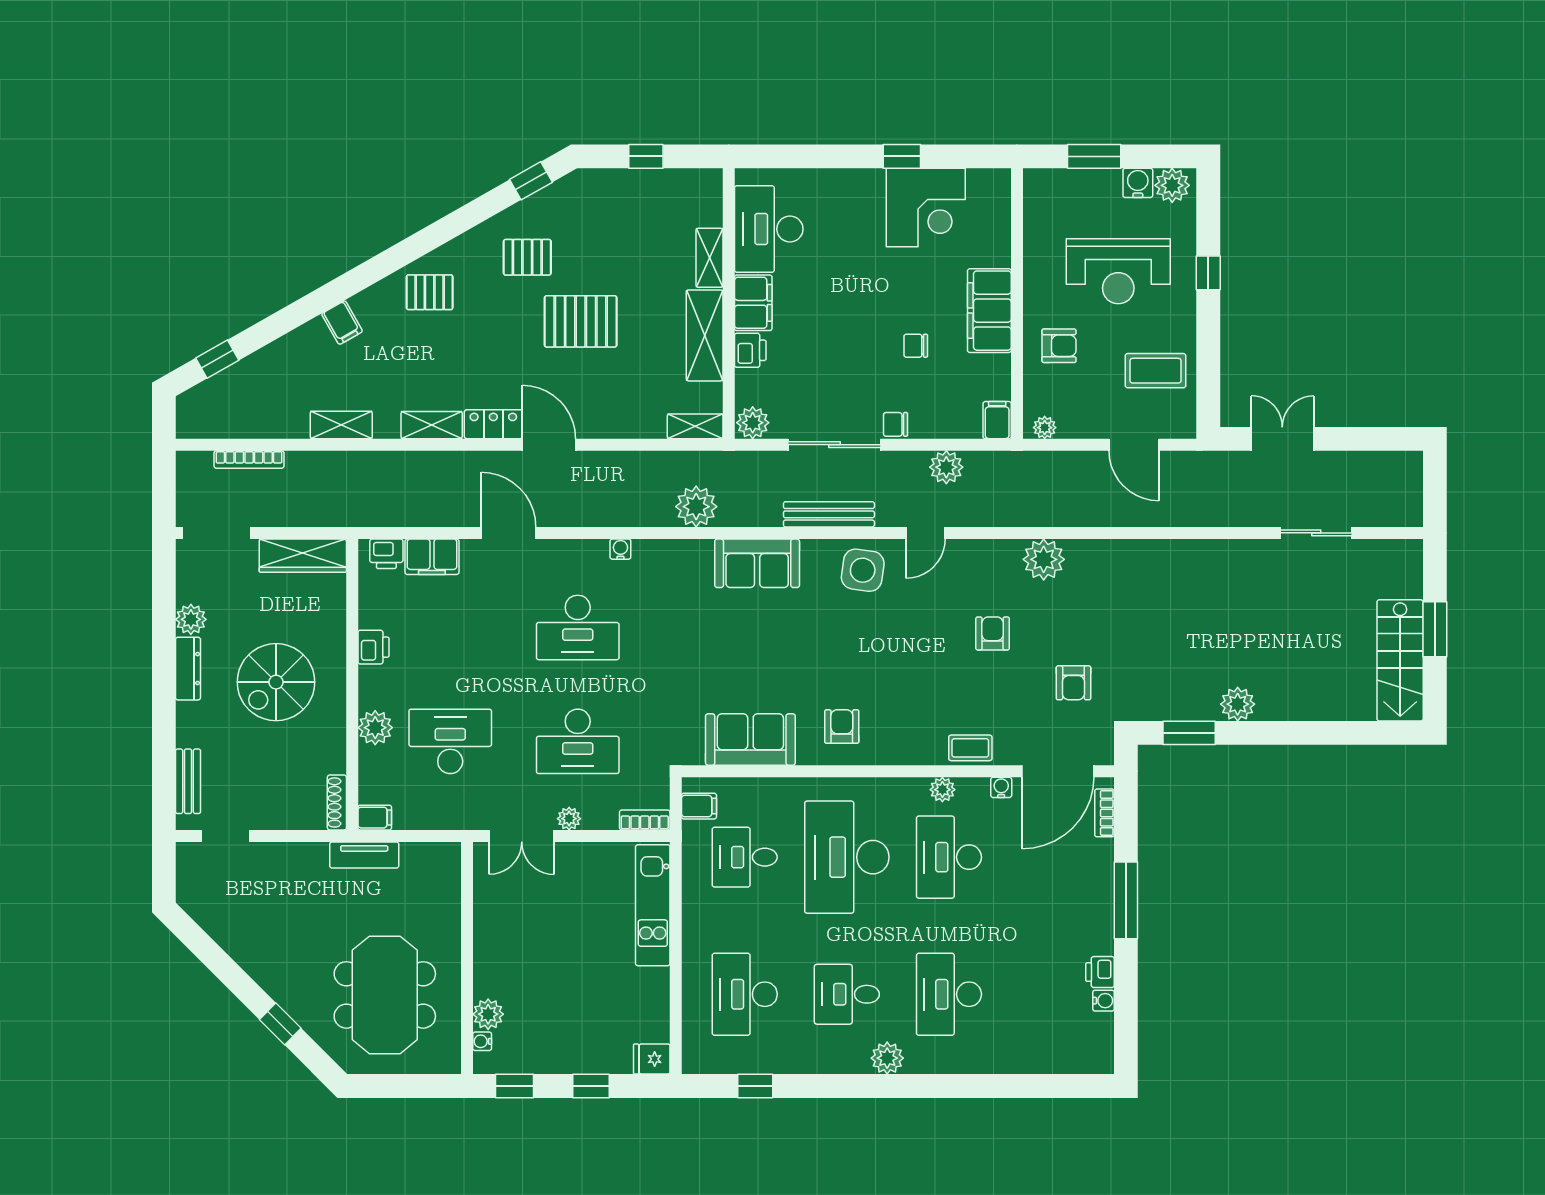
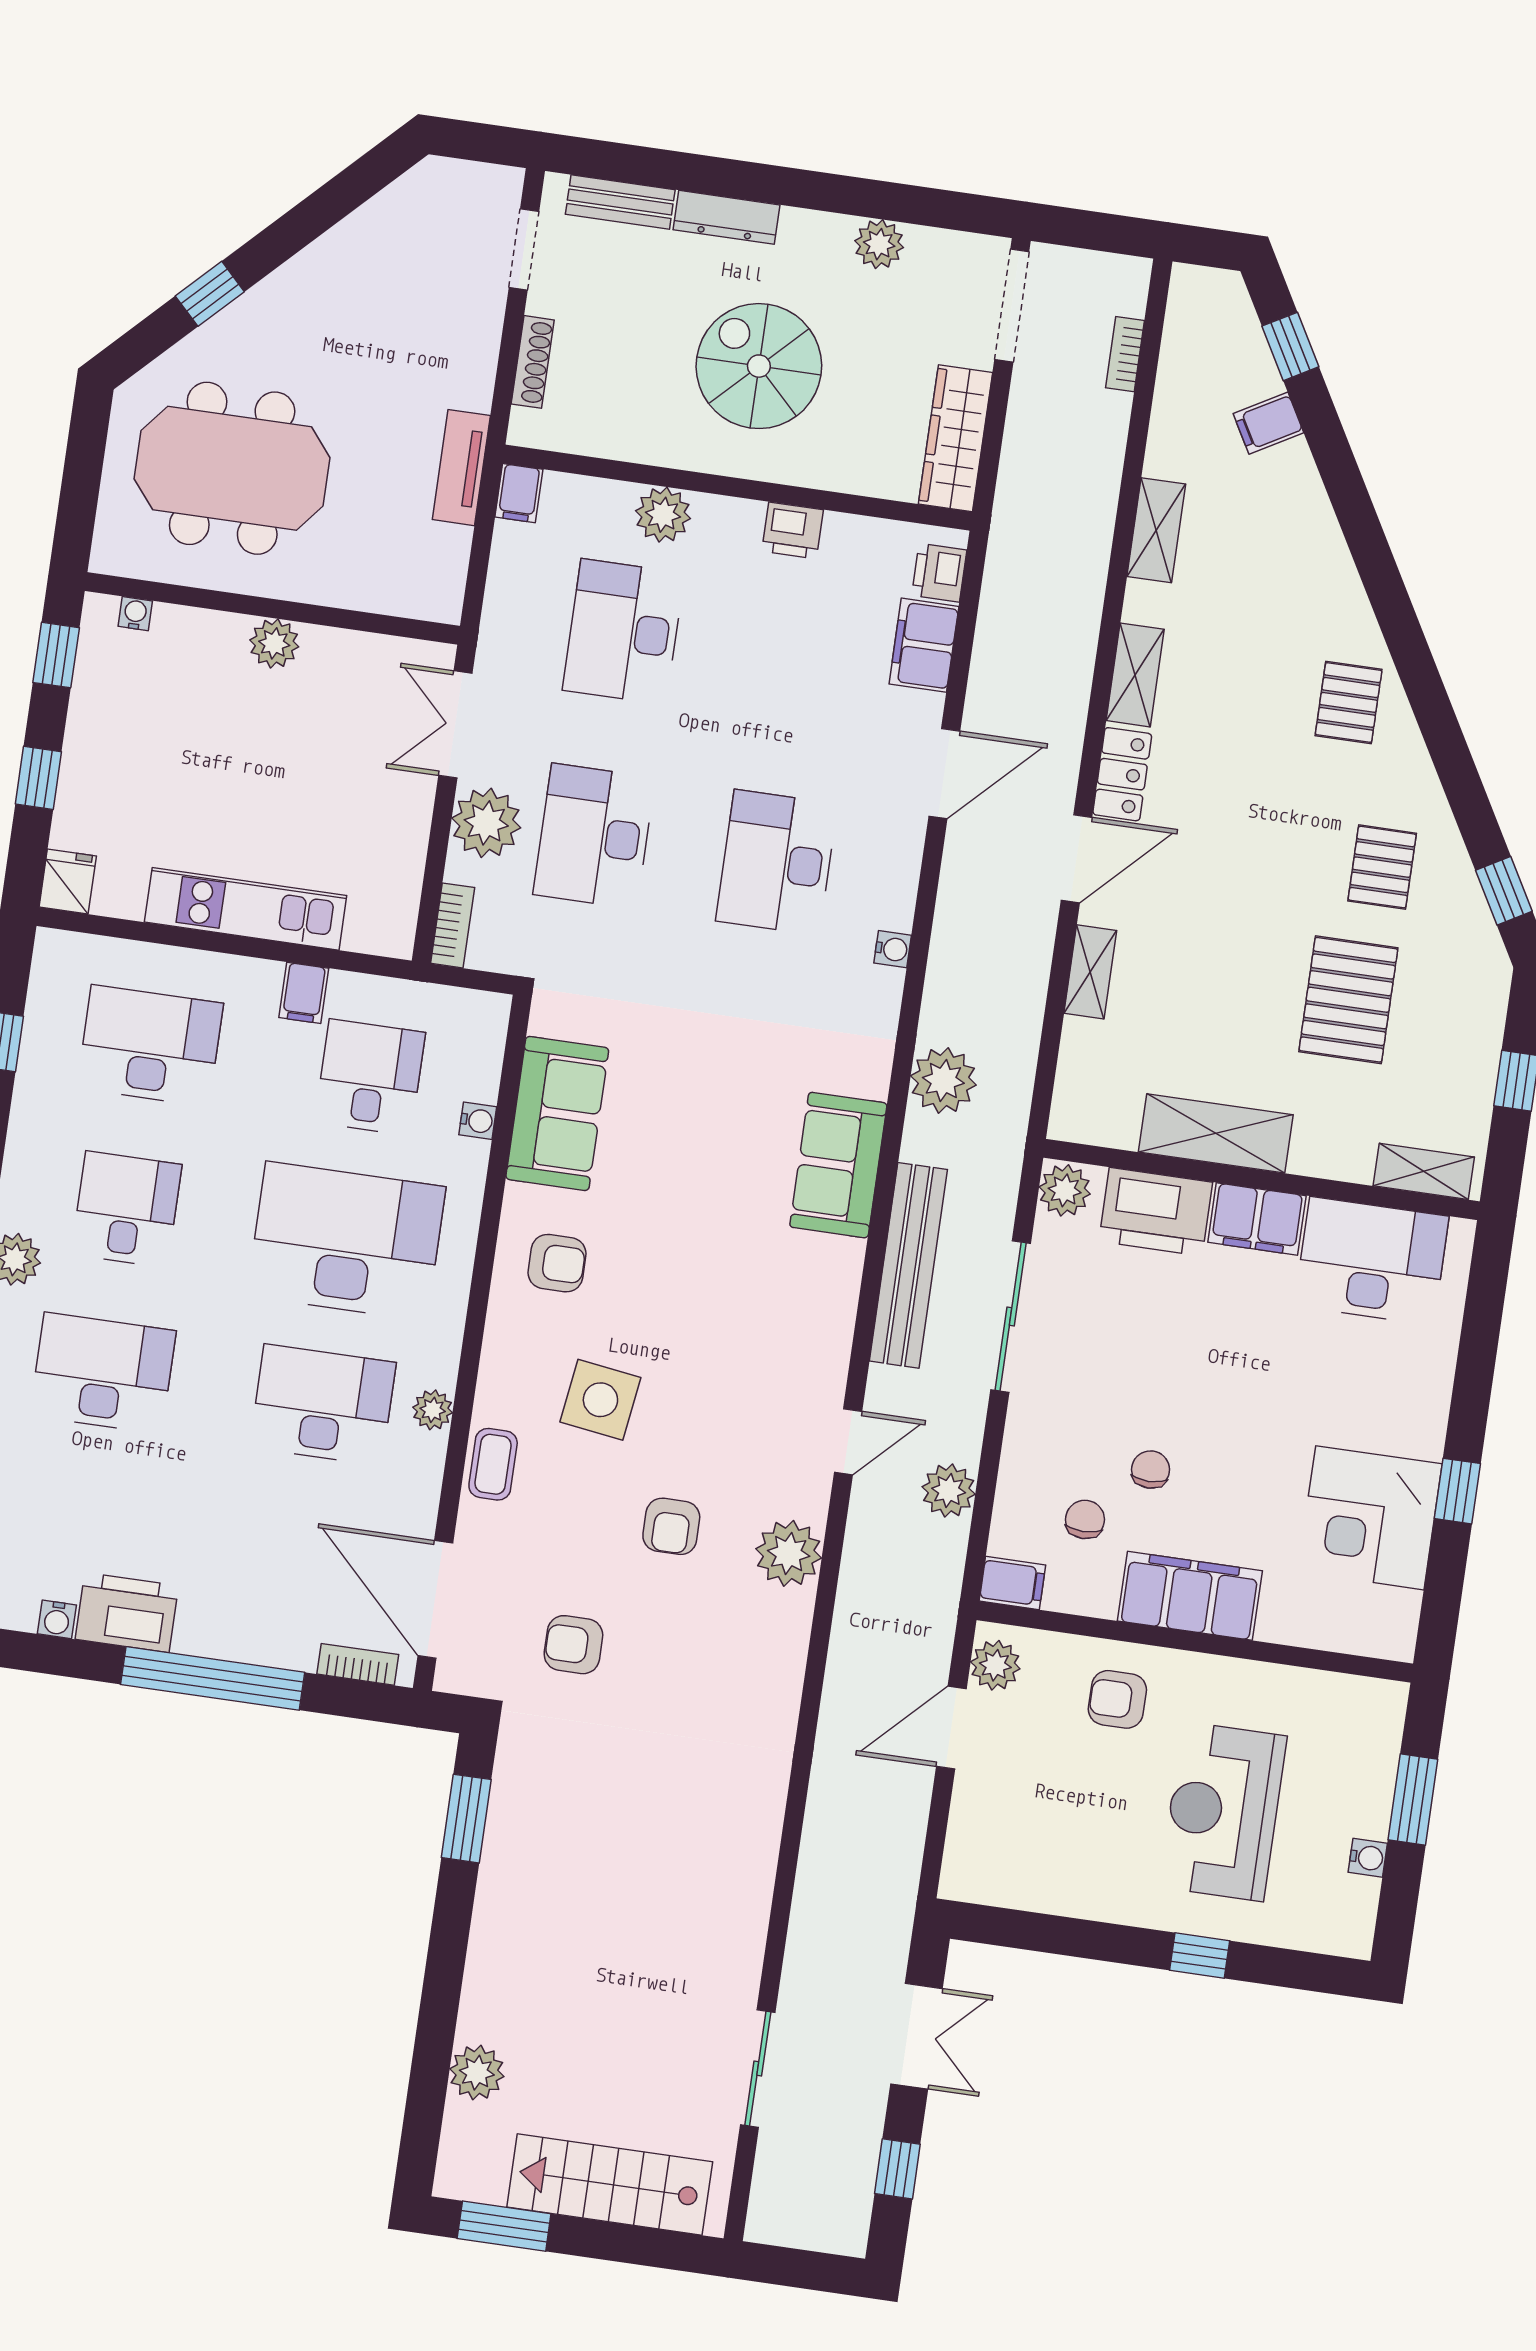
water cooler: (1138, 183) -> (1368, 1858), width x0.72, depth x0.72
plant: (1172, 185) -> (1348, 1918), removed
shelving: (709, 258) -> (1424, 1171), moved
pallet: (581, 321) -> (1348, 1000), moved
filing cabinet: (342, 323) -> (1268, 423), moved
armchair: (1059, 346) -> (1117, 1699), turned 90
printer: (750, 350) -> (1156, 1212), width x1.87, depth x1.48
coffee table: (1155, 371) -> (1055, 1848), removed
chair: (896, 424) -> (1085, 1519), moved
shelving: (695, 426) -> (1090, 972), moved
plant: (1045, 428) -> (995, 1665), width x1.38, depth x1.38
window: (1365, 439) -> (897, 2169), added
door: (1134, 445) -> (951, 1728), moved
bookcase: (249, 459) -> (1125, 354), width x0.64
bench: (829, 514) -> (908, 1265), width x1.37, depth x1.21
door: (925, 533) -> (848, 1442), swing flipped
plant: (1044, 559) -> (789, 1553), moved
side table: (863, 570) -> (600, 1400), moved
window: (1435, 629) -> (504, 2226), moved
armchair: (993, 633) -> (671, 1526), turned 90
stairs: (1400, 660) -> (610, 2184), moved
dresser: (188, 669) -> (726, 217), moved
plant: (1238, 704) -> (477, 2073), moved
desk: (450, 741) -> (624, 632), turned 180
water cooler: (1001, 787) -> (478, 1121), moved
shoe rack: (337, 802) -> (533, 362), moved, turned 90
filing cabinet: (699, 806) -> (304, 993), moved
plant: (569, 819) -> (486, 823), width x1.88, depth x1.88
window: (1126, 900) -> (213, 1678), width x1.46
kitchen unit: (653, 905) -> (246, 909), moved
printer: (1100, 972) -> (127, 1613), width x1.87, depth x1.48
plant: (488, 1014) -> (274, 643), moved

